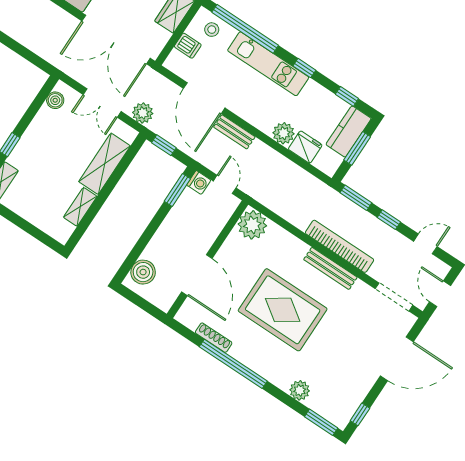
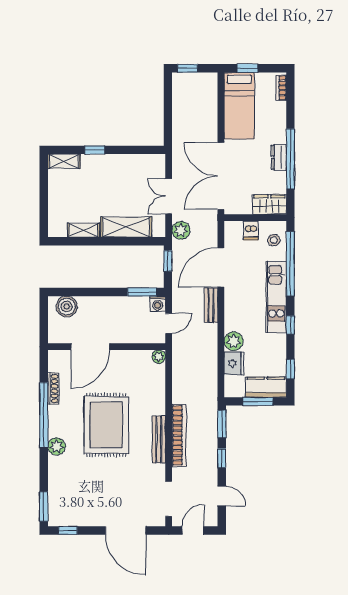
boiler: (55, 100) -> (148, 161), removed
plant: (252, 225) -> (159, 357), width x0.53, depth x0.53
plant: (300, 390) -> (56, 446), moved

